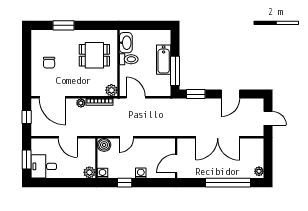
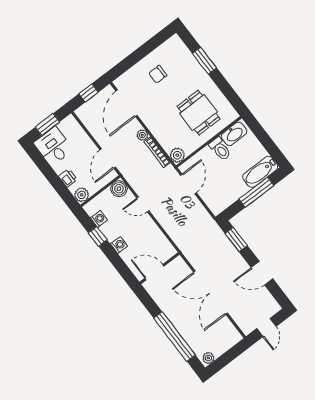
bathtub: (164, 60) -> (260, 172), moved
window: (175, 71) -> (256, 192), moved
door: (68, 137) -> (108, 158), moved
printer: (72, 173) -> (68, 178), added
washing machine: (102, 173) -> (99, 219), moved

